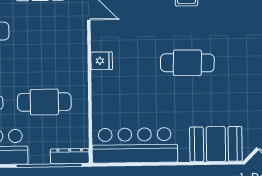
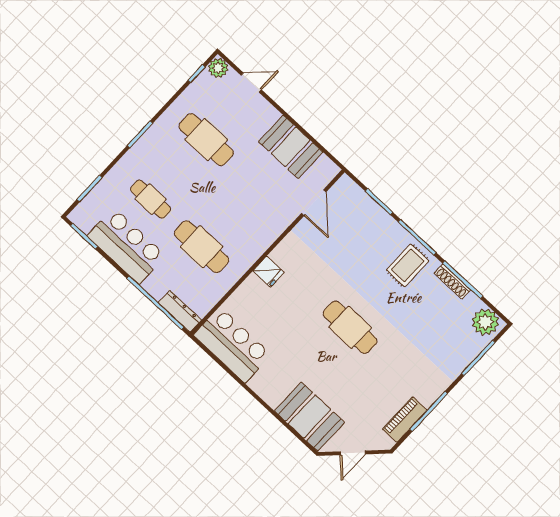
fridge: (102, 61) -> (269, 272), moved
bar counter: (135, 145) -> (232, 345), width x0.73

